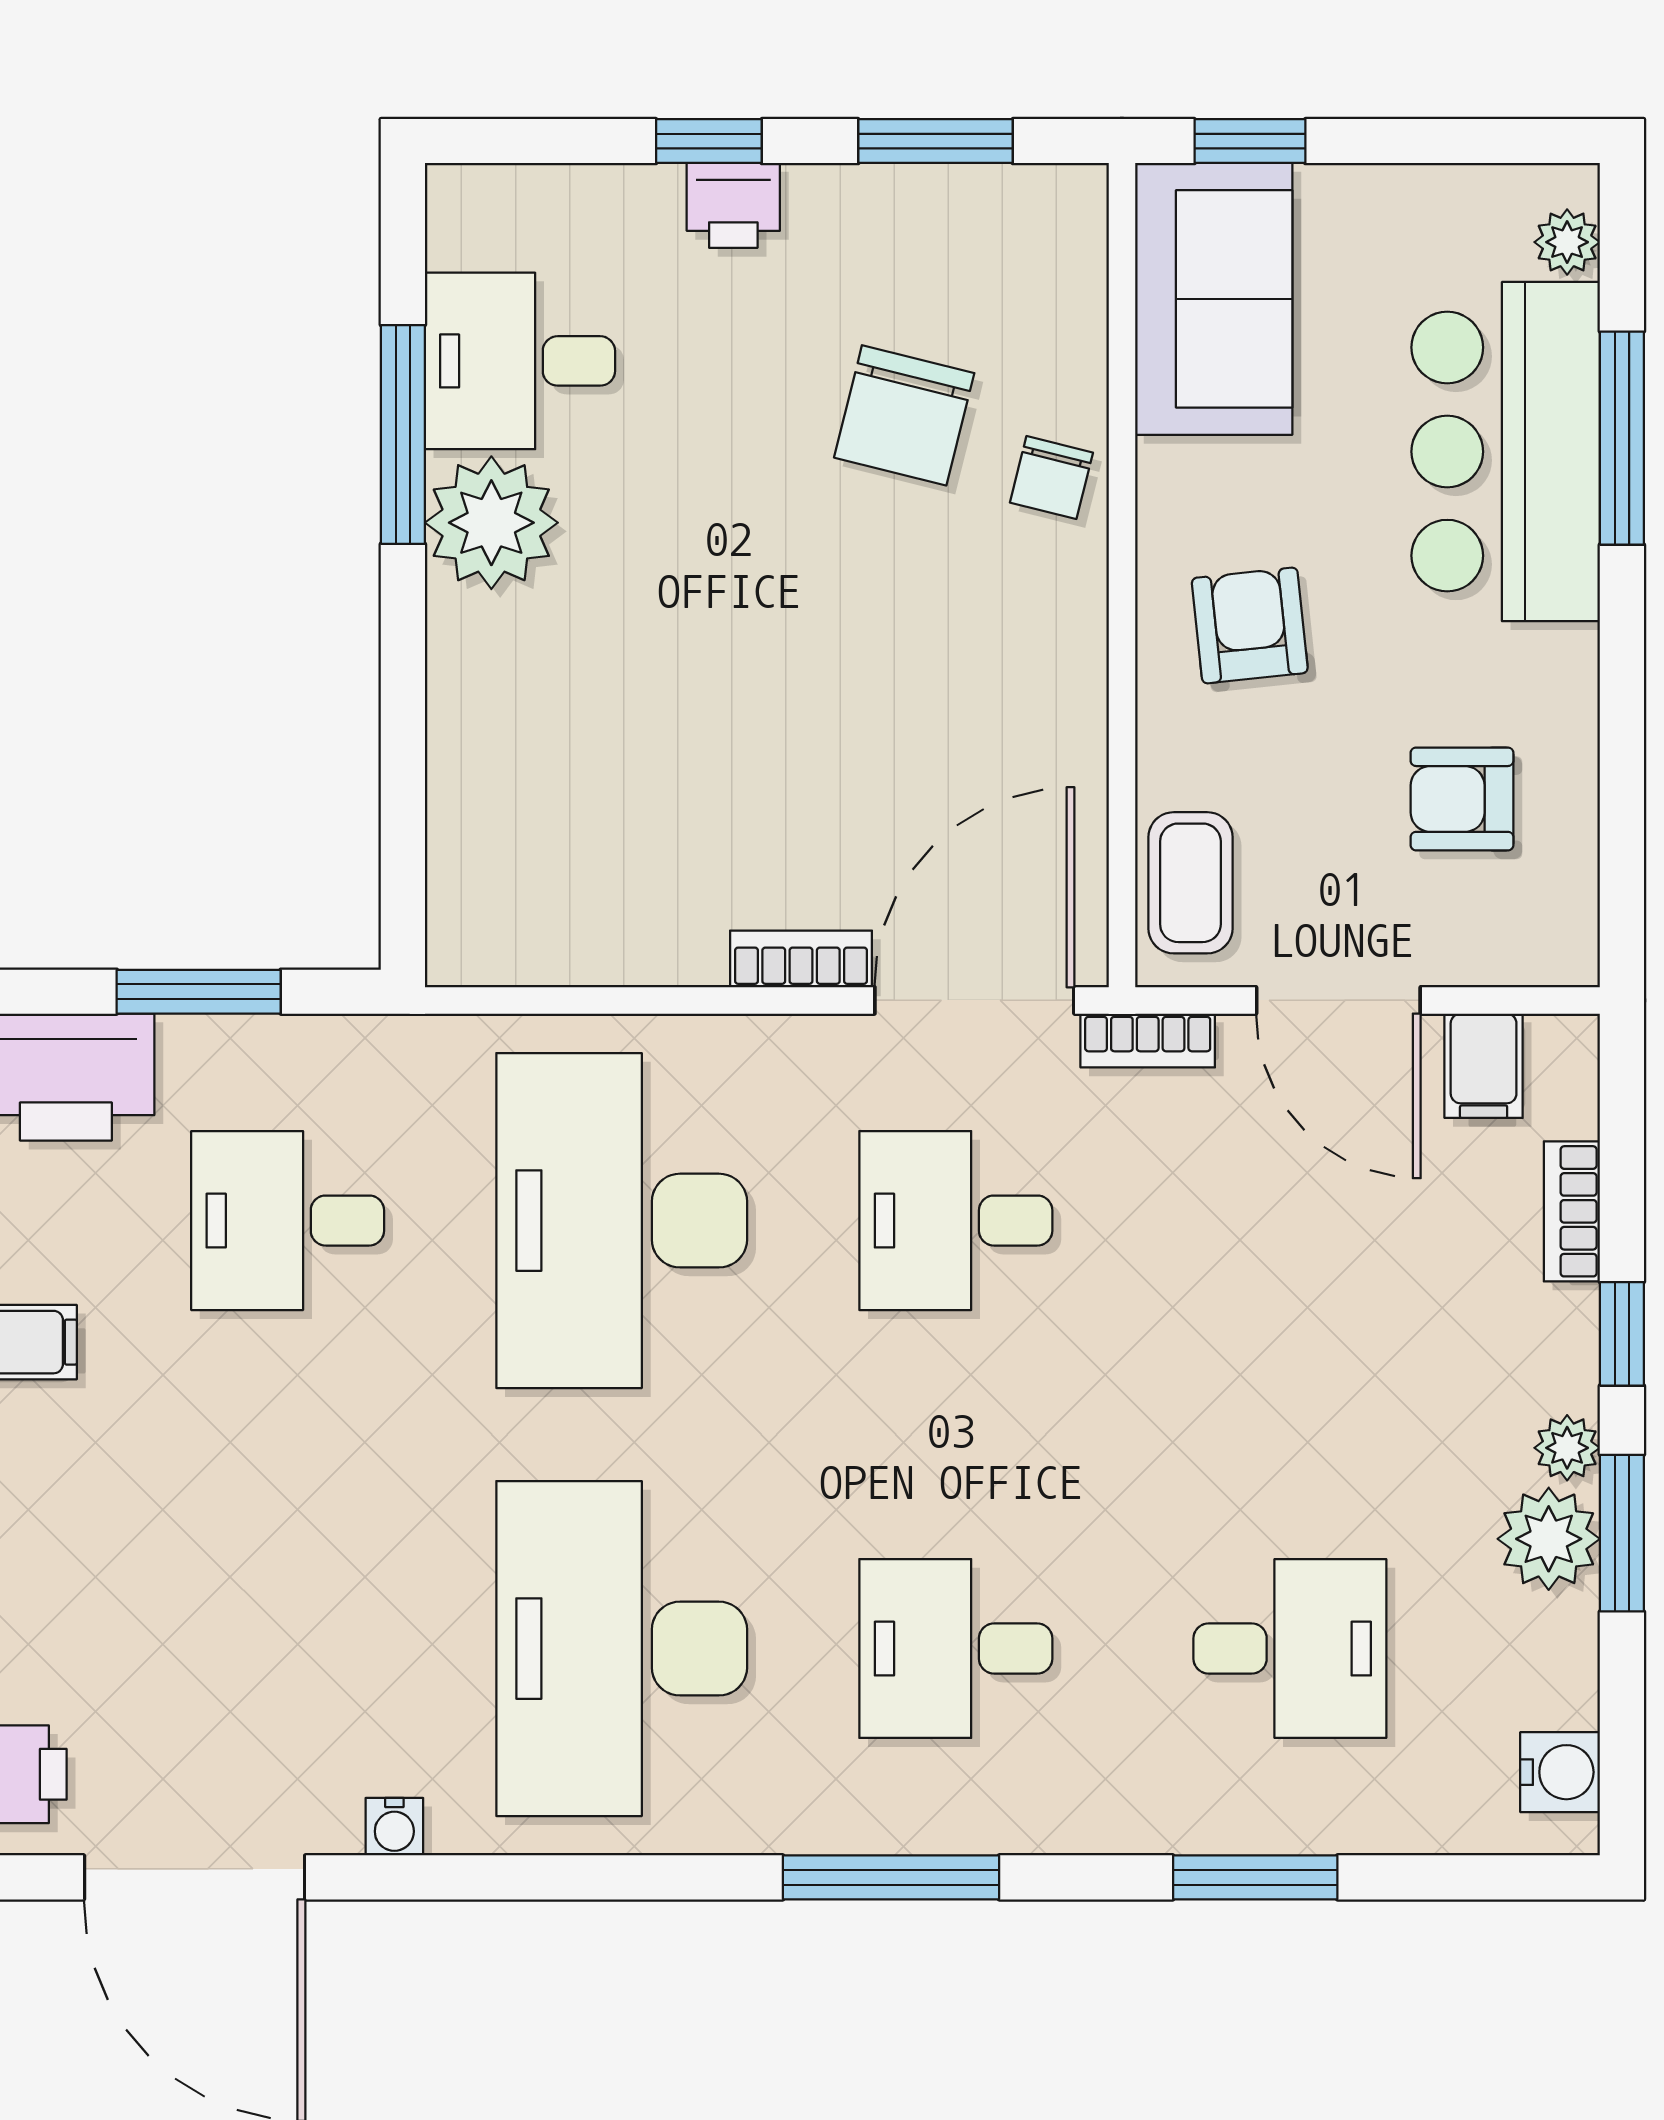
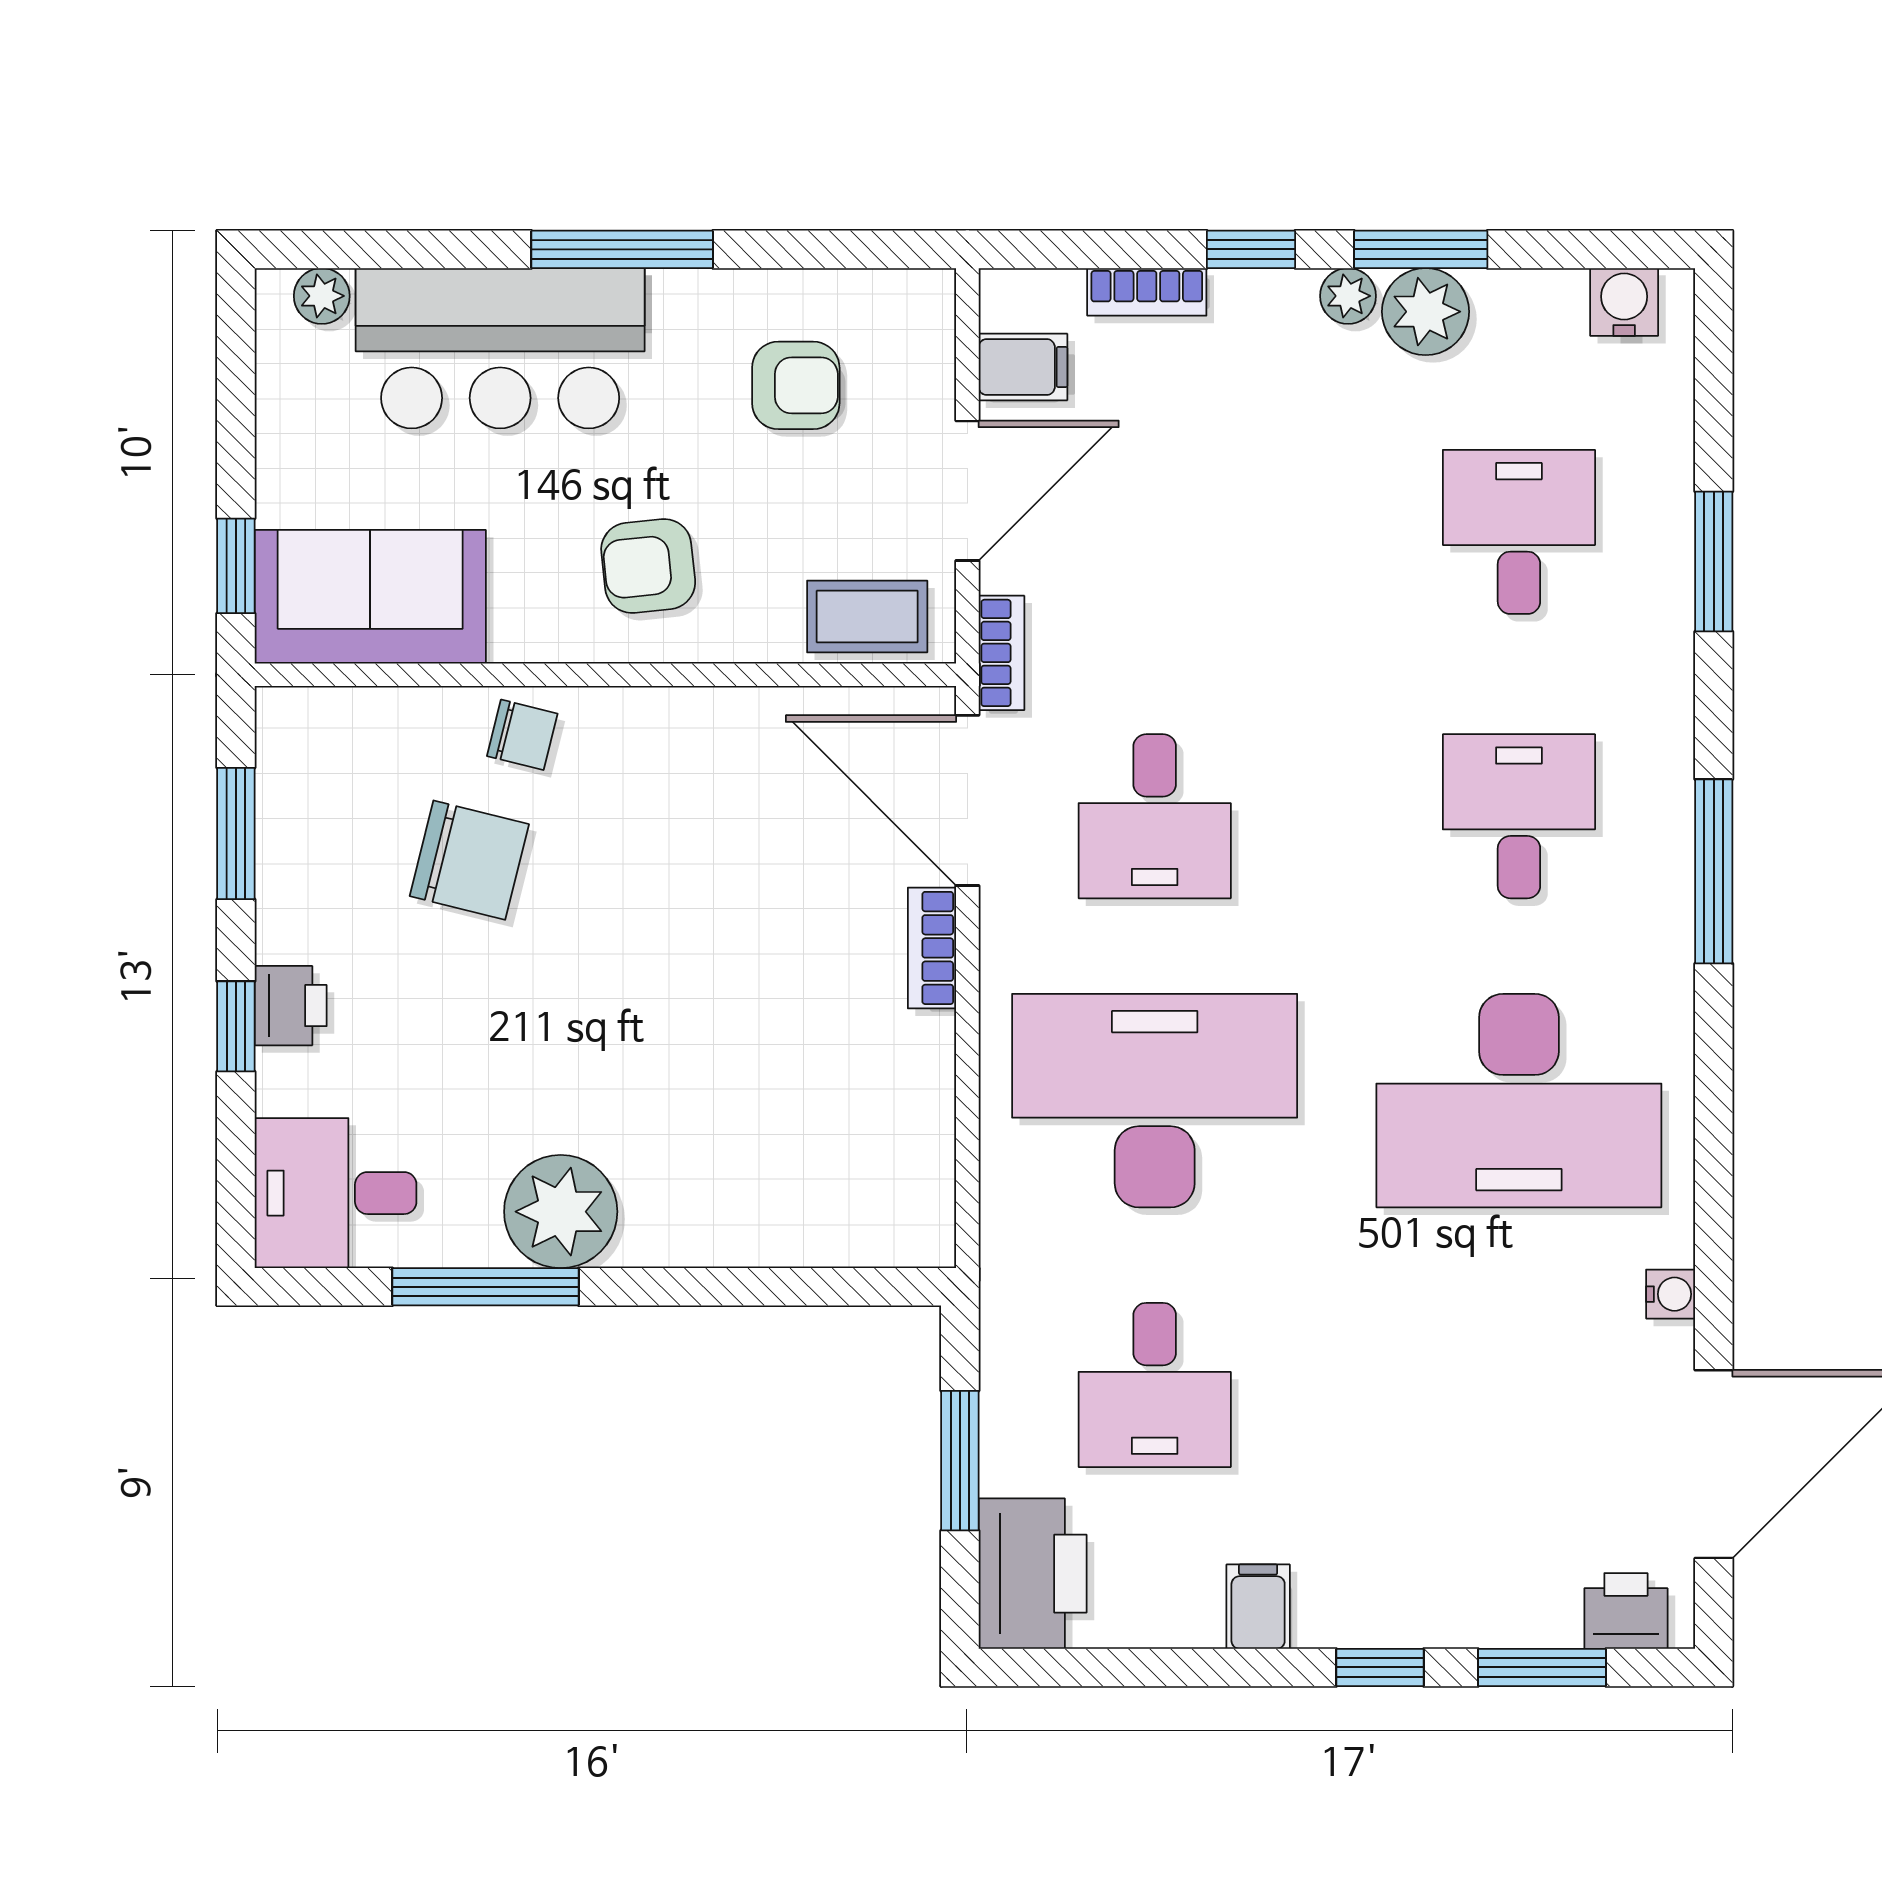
desk: (520, 361) -> (335, 1193), moved, turned 90
window: (1622, 438) -> (622, 249), moved
armchair: (1462, 799) -> (796, 385), turned -90
desk: (622, 1221) -> (1155, 1101), turned 180
desk: (956, 1649) -> (1519, 816), turned 180

